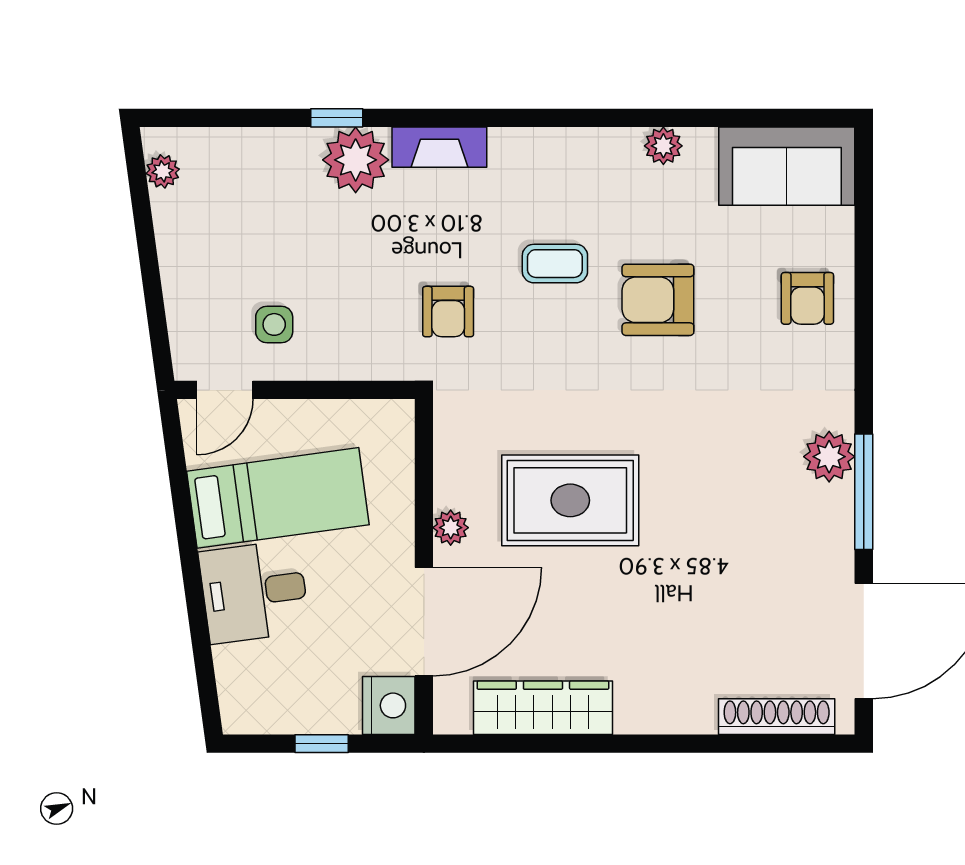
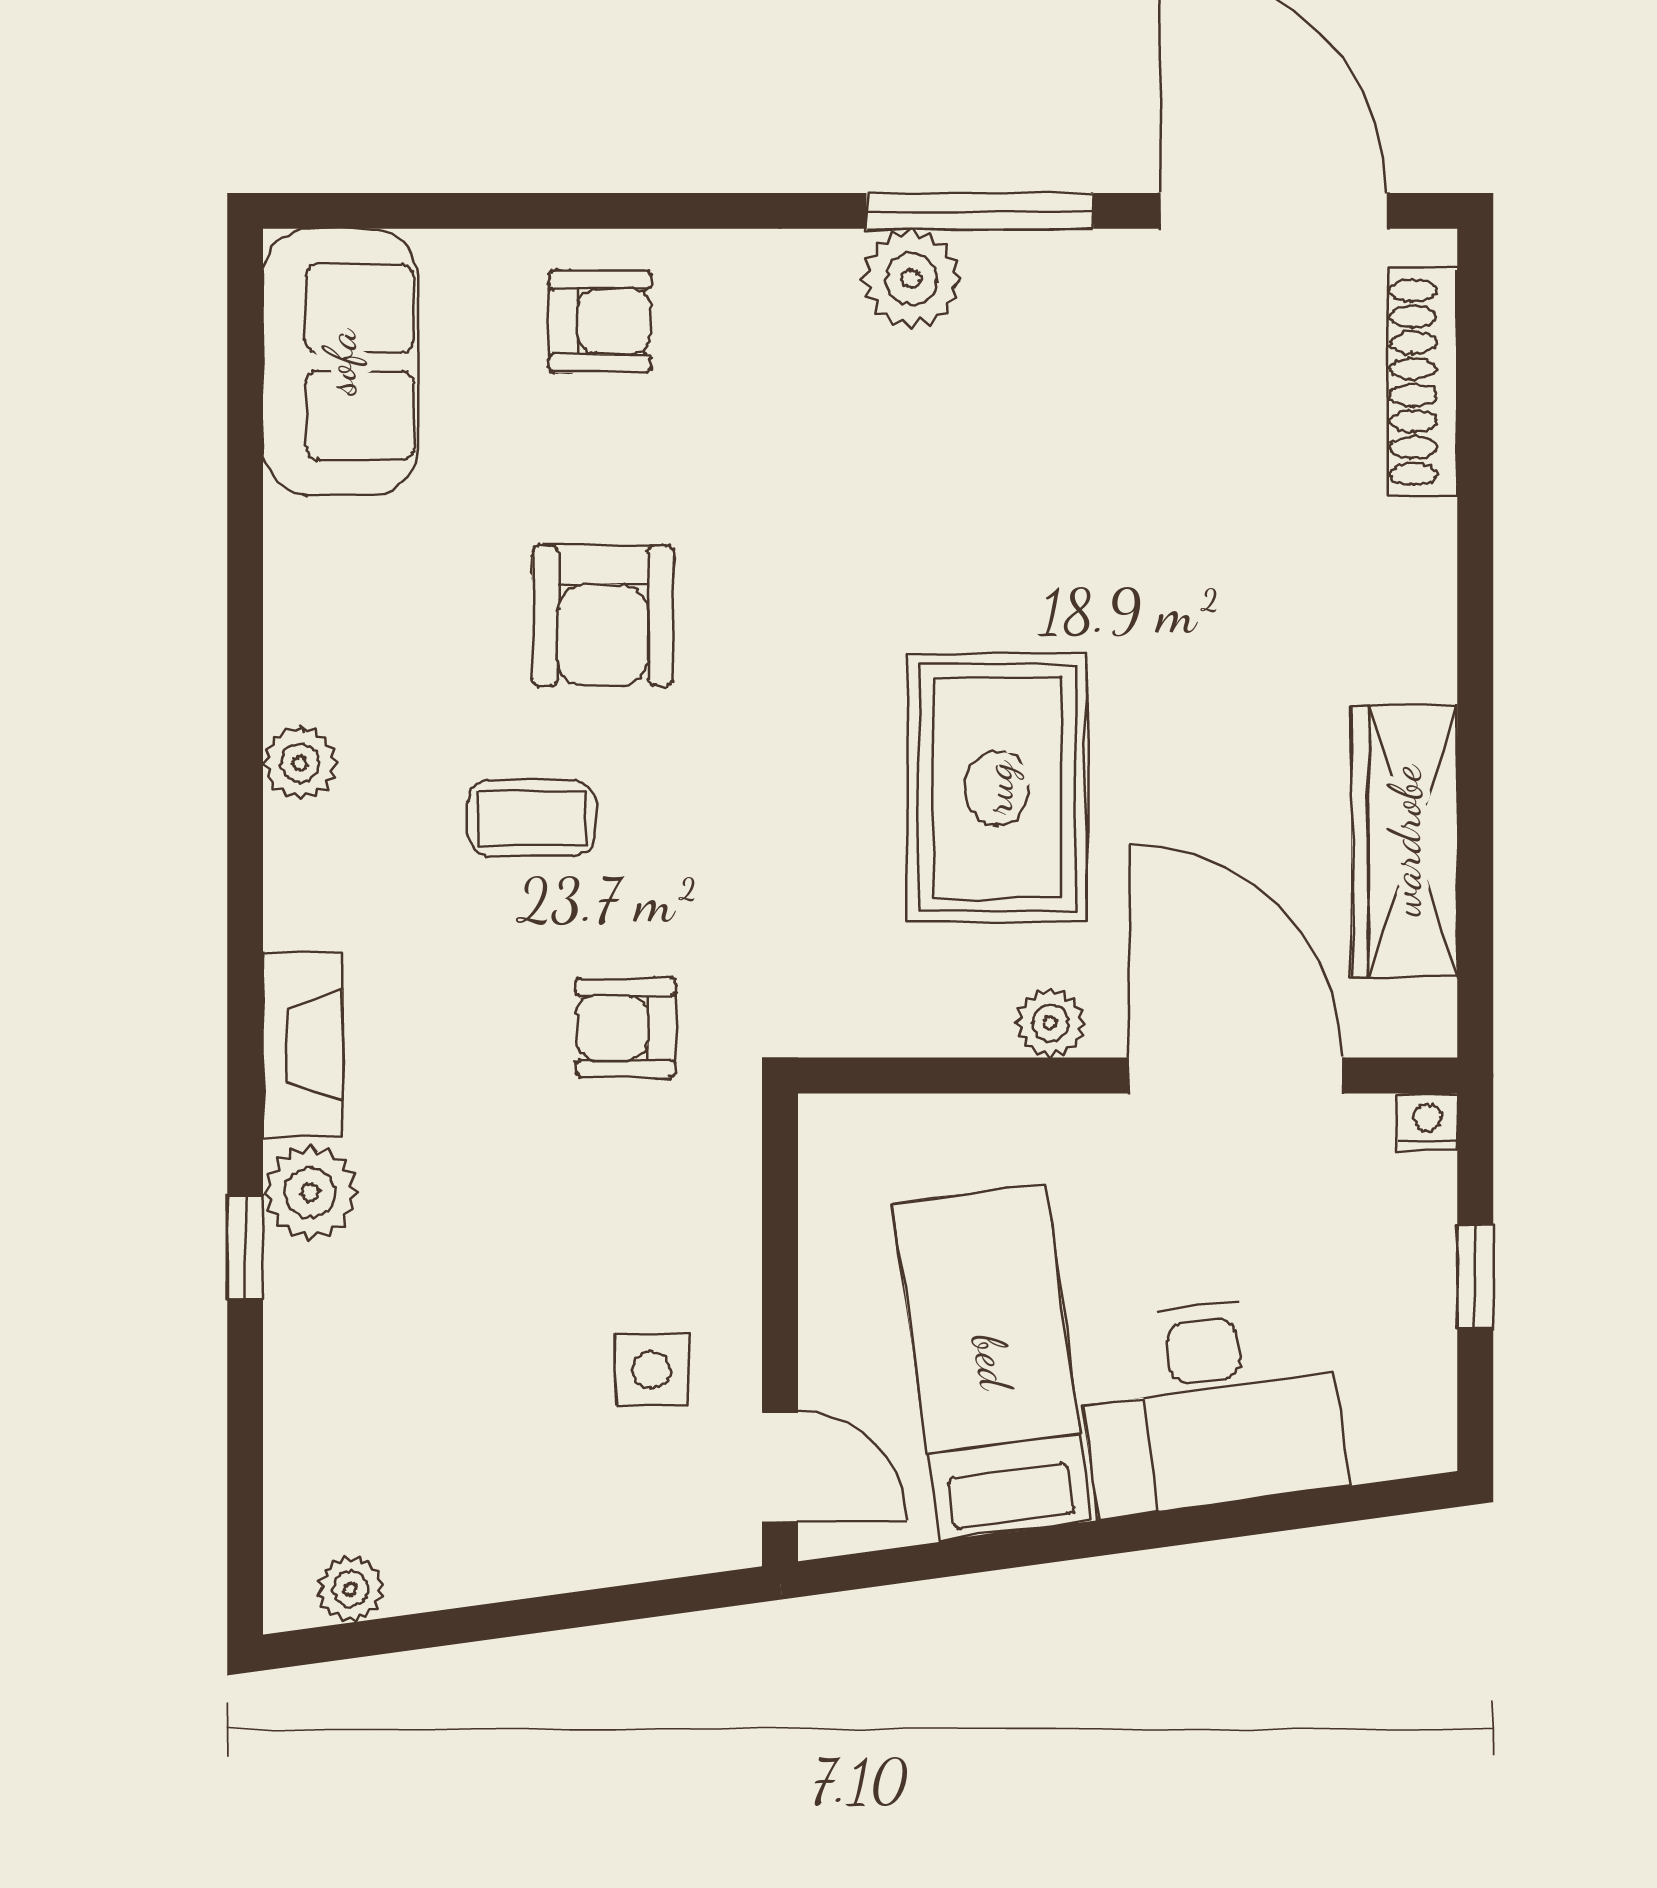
plant: (663, 146) -> (300, 763), moved
plant: (356, 160) -> (310, 1192), width x0.73, depth x0.73
coffee table: (555, 264) -> (532, 818), turned 90
armchair: (448, 312) -> (626, 1028), turned 180
desk: (254, 592) -> (1211, 1404), width x1.37
nightstand: (389, 705) -> (1427, 1122), width x0.53, depth x0.56

